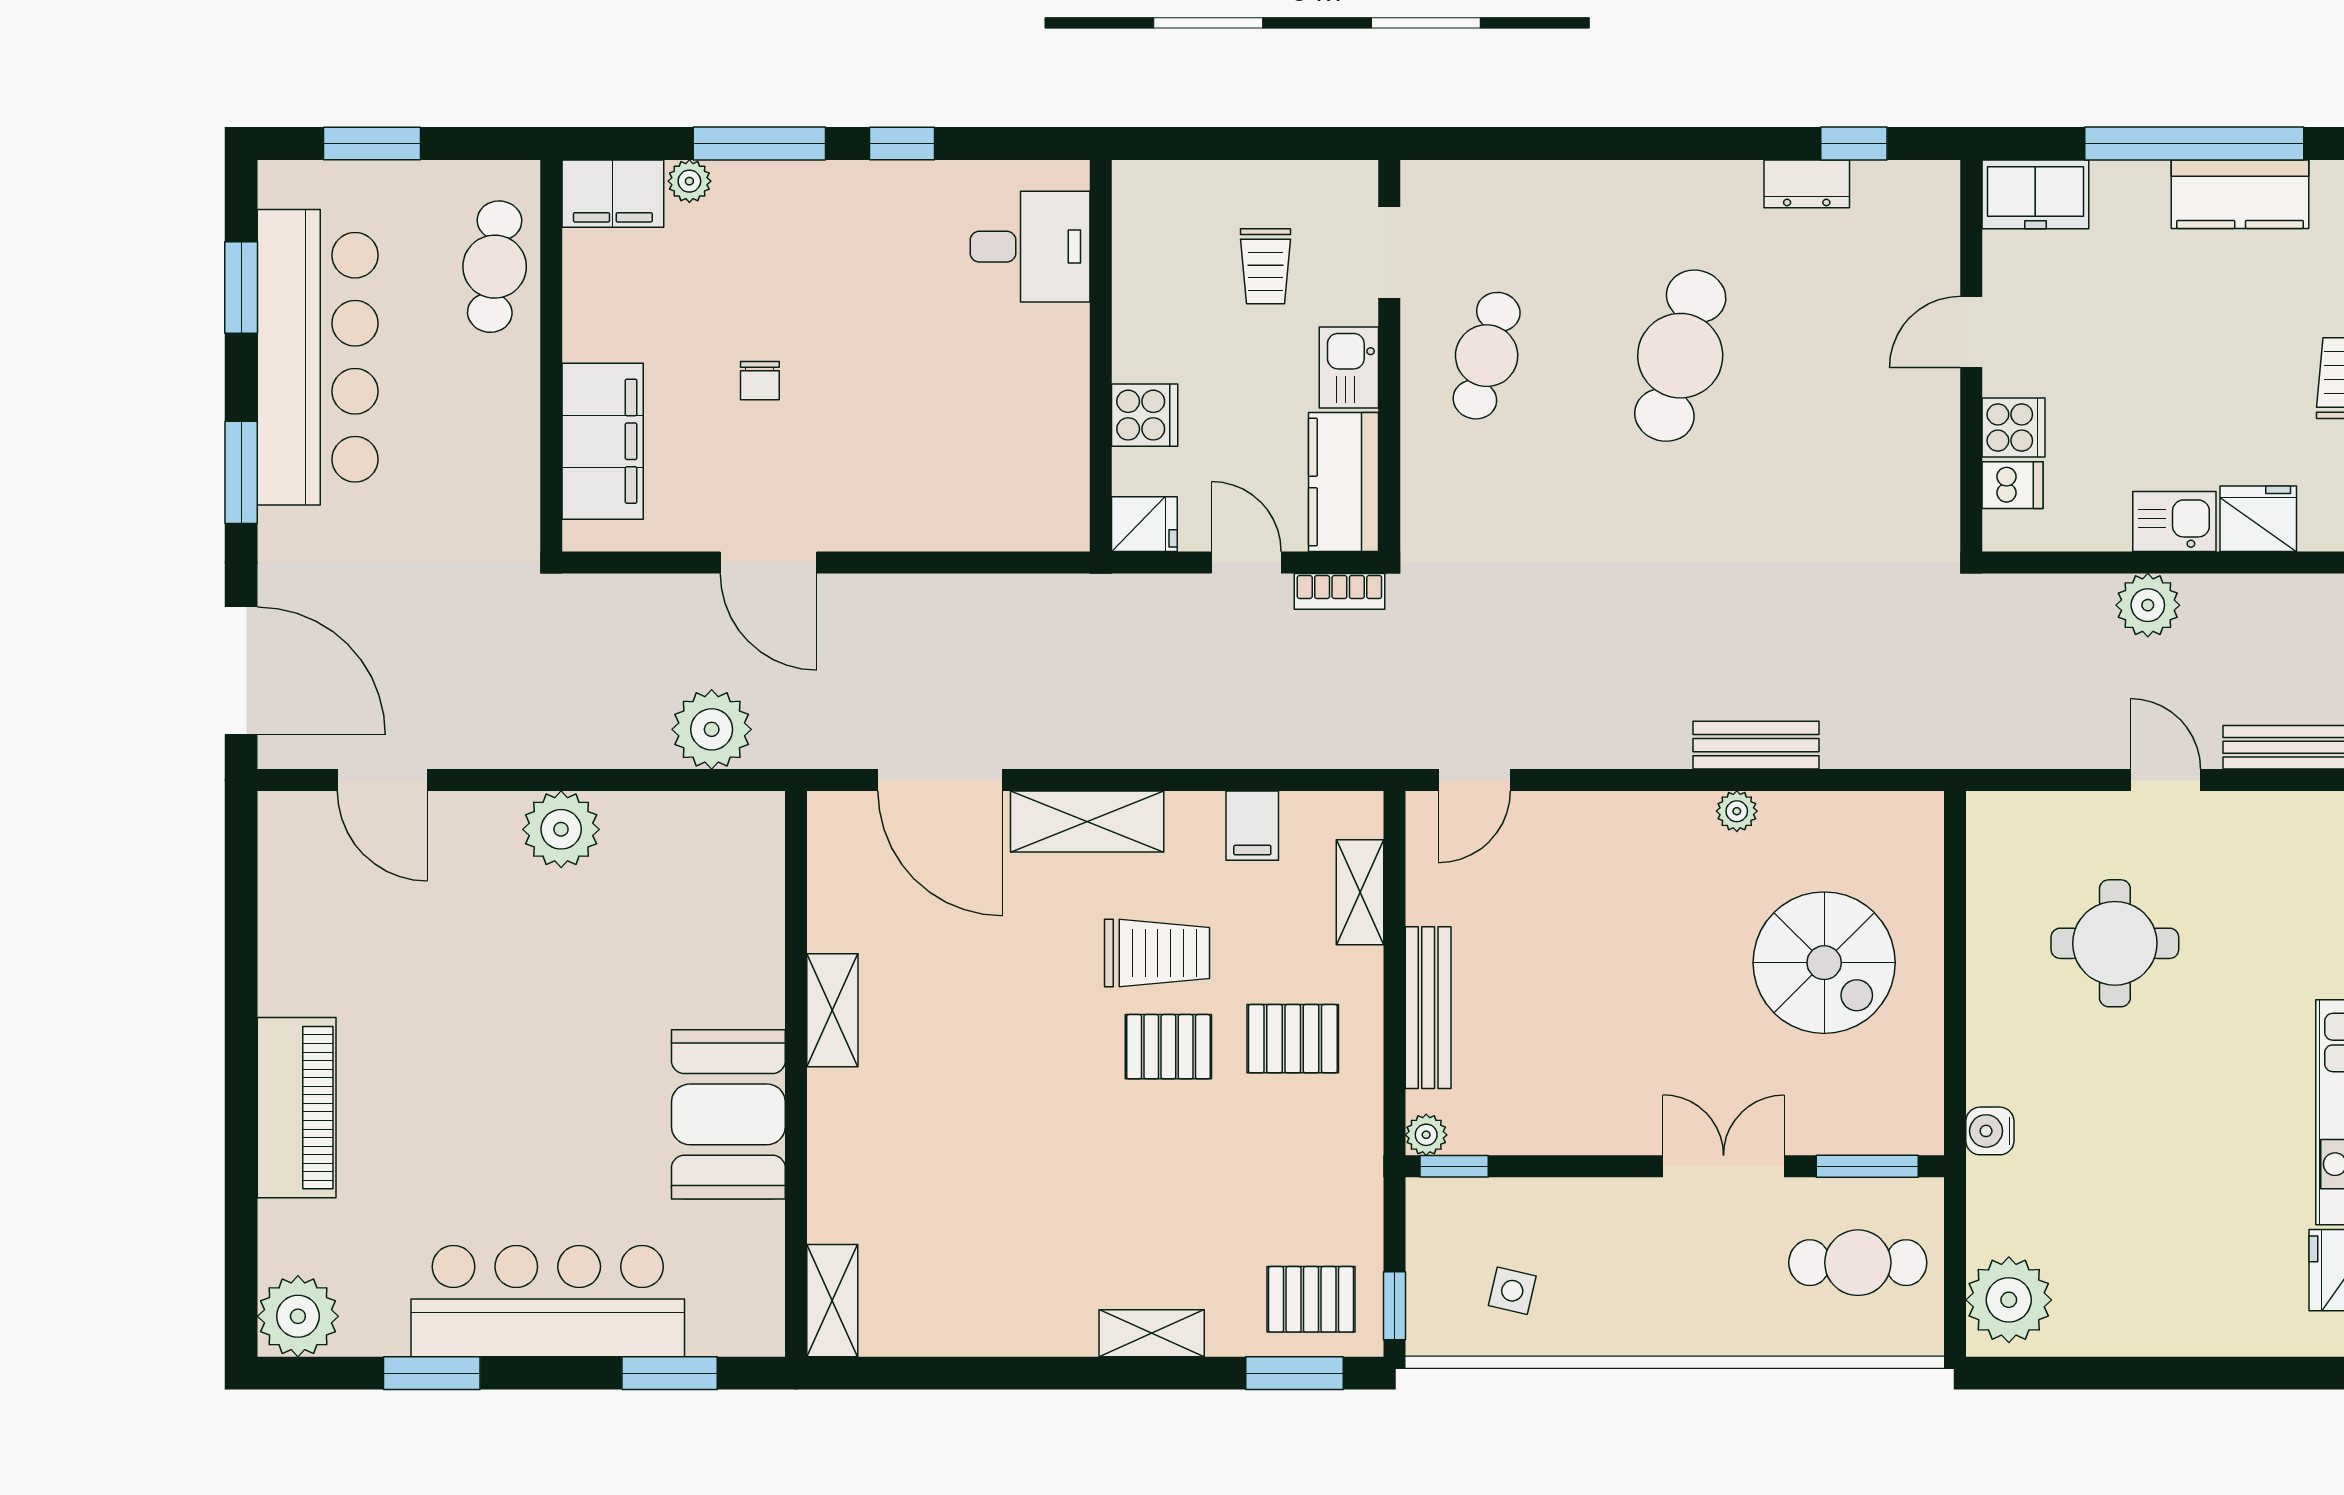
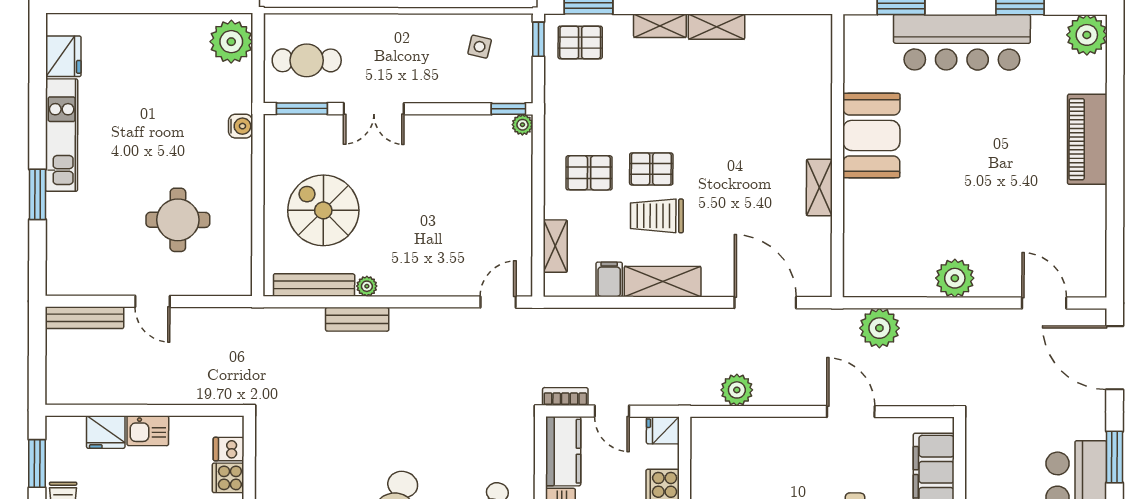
plant: (2148, 605) -> (737, 390), moved
shelving: (1087, 822) -> (663, 282), moved
bench: (1428, 1008) -> (314, 285), moved, turned 90
shelving: (832, 1301) -> (717, 27), moved, turned 90

